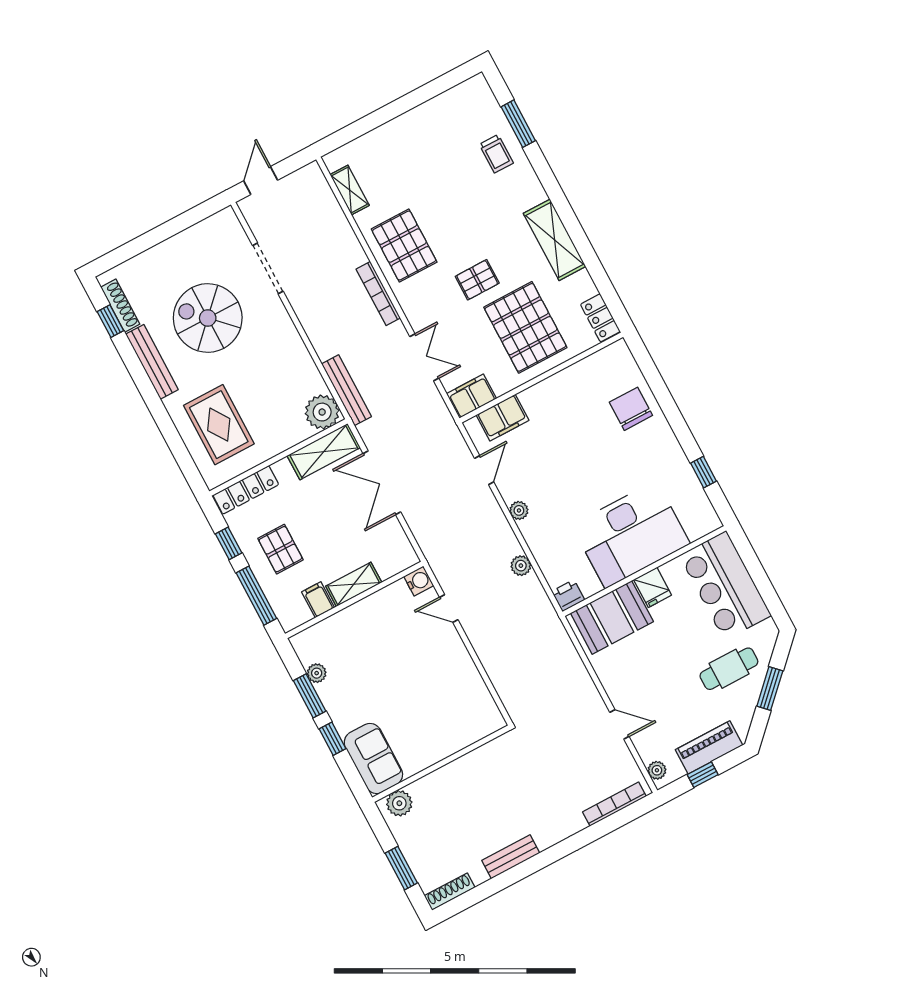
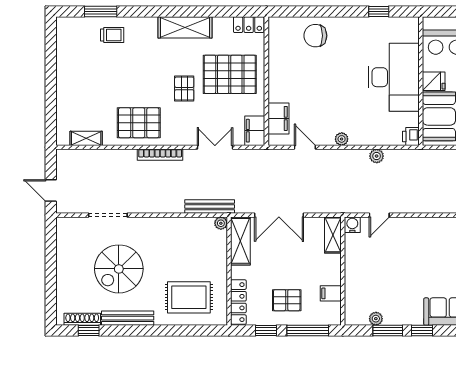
plant: (322, 412) -> (221, 223), width x0.53, depth x0.53
shelving: (354, 584) -> (333, 235), moved

